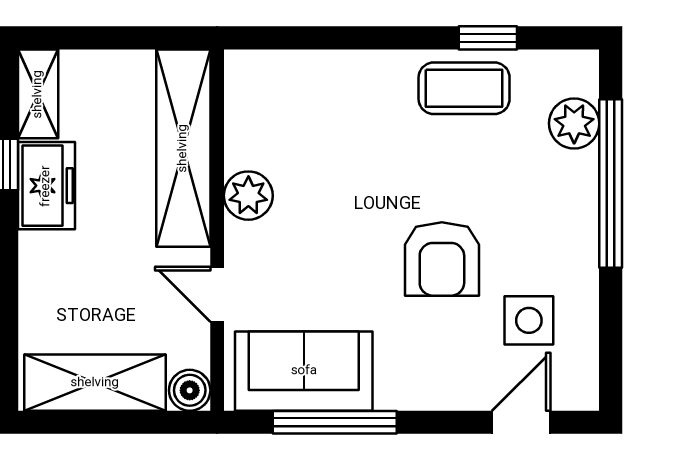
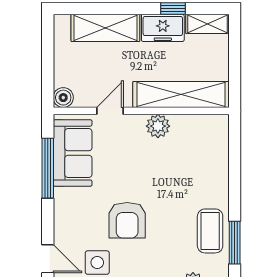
window: (488, 38) -> (235, 243), width x1.50
armchair: (442, 259) -> (127, 220), turned -90
shelving: (95, 383) -> (105, 28), moved, turned 90

